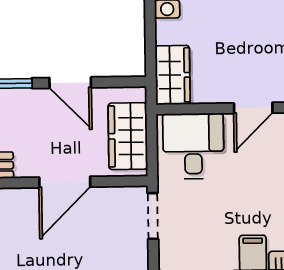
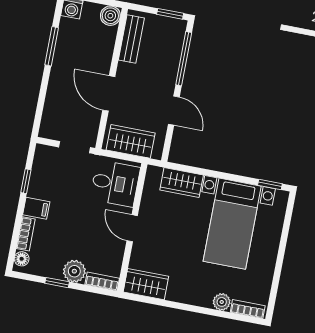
wardrobe: (173, 75) -> (182, 183), moved
door: (70, 83) -> (174, 111), swing flipped

